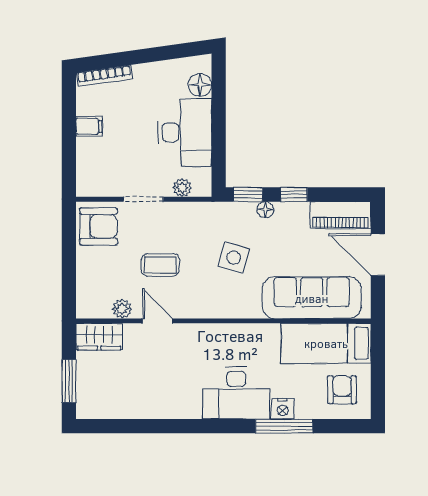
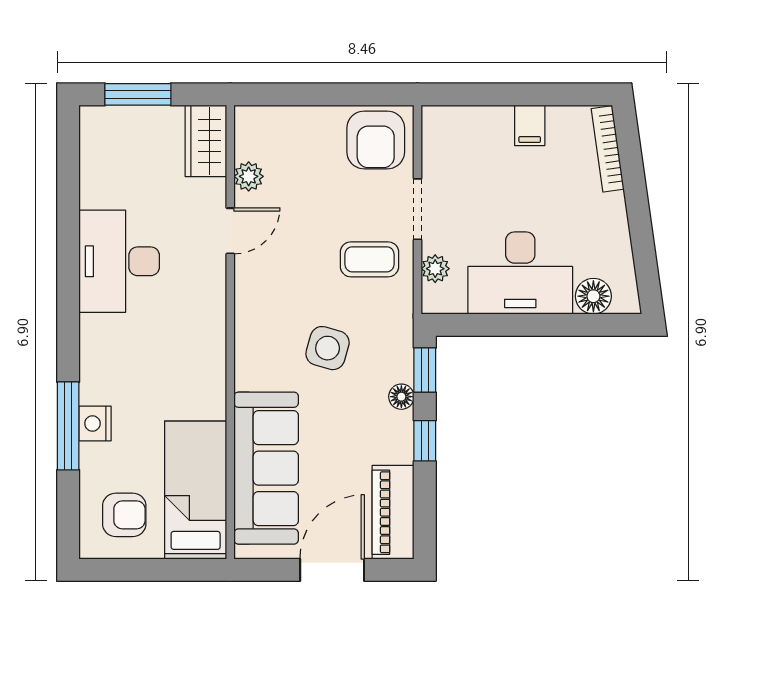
coffee table: (160, 265) -> (369, 259), moved, turned 90
desk: (236, 393) -> (119, 261), moved

